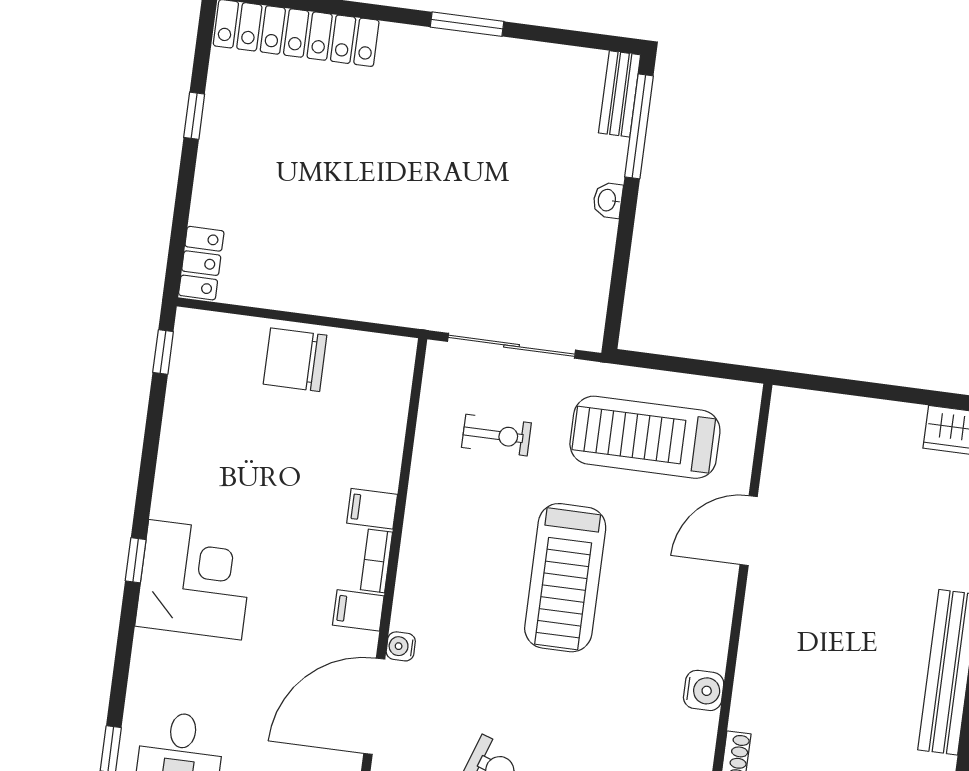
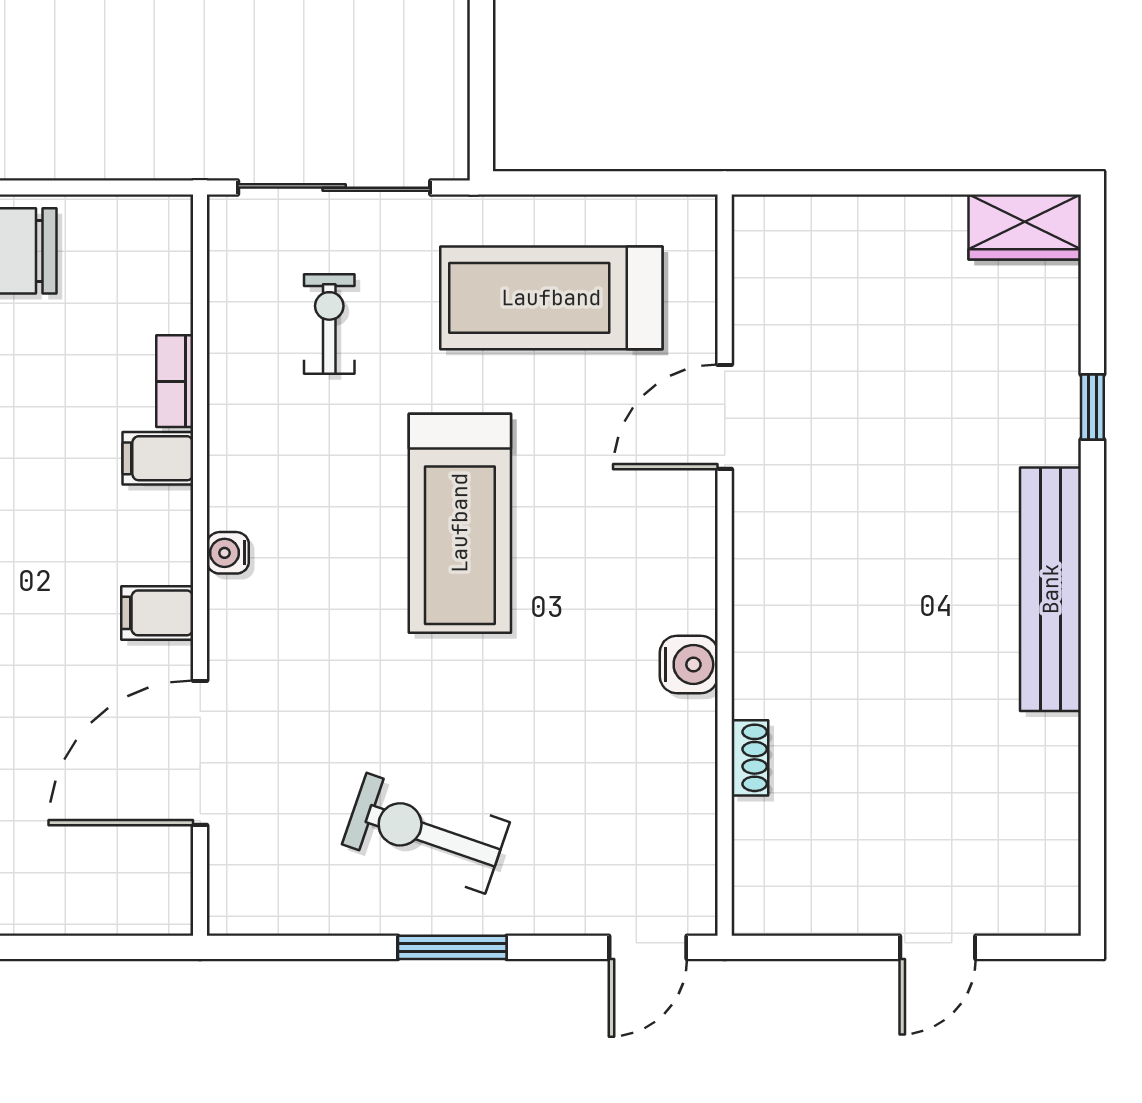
exercise bike: (496, 435) -> (329, 324), turned -90
bookcase: (376, 561) -> (175, 381), moved
water cooler: (401, 646) -> (228, 553), moved

